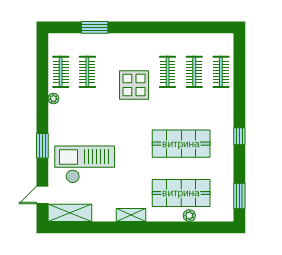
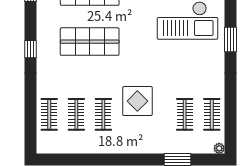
plant: (53, 99) -> (219, 148), moved

